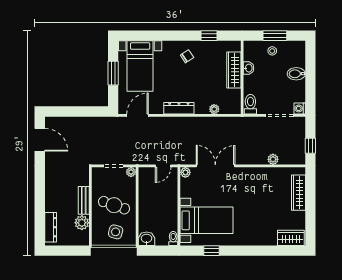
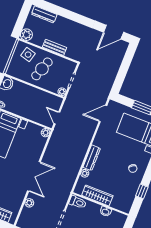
wardrobe: (234, 70) -> (97, 195), moved
dresser: (179, 108) -> (92, 158), moved
door: (138, 115) -> (103, 113), swing flipped
double door: (215, 166) -> (34, 176), moved
plant: (82, 223) -> (26, 35), moved
side table: (116, 232) -> (28, 55), moved

